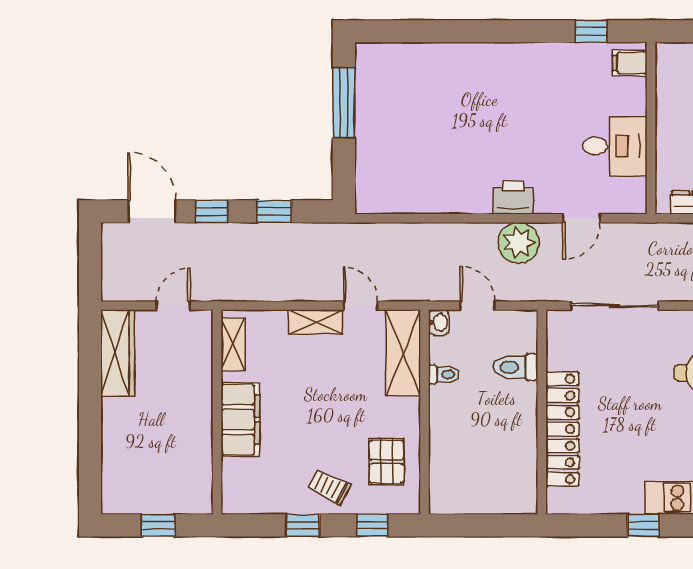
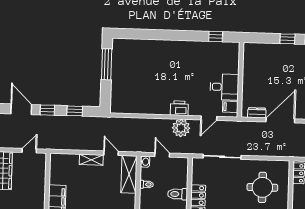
filing cabinet: (630, 63) -> (230, 107), moved
shelving: (233, 344) -> (55, 168), removed
toilet: (515, 367) -> (178, 194), moved

